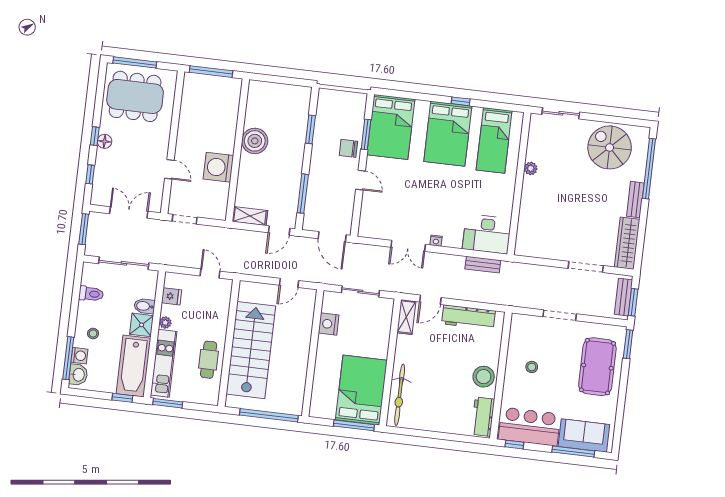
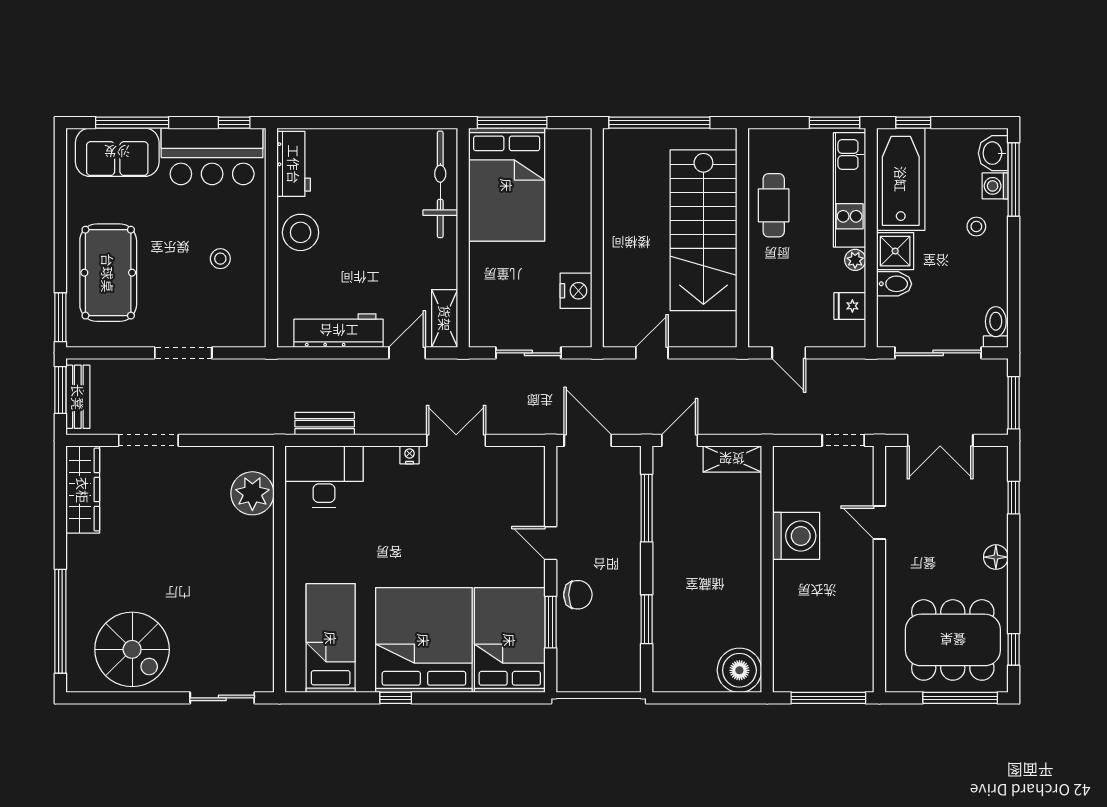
bed: (448, 134) -> (424, 640), width x1.36
window: (95, 136) -> (1014, 649), moved
boiler: (255, 141) -> (739, 670), moved
plant: (531, 168) -> (252, 493), moved, width x1.87, depth x1.87
bench: (635, 200) -> (77, 566), removed
toilet: (91, 294) -> (996, 327), moved, turned 90

